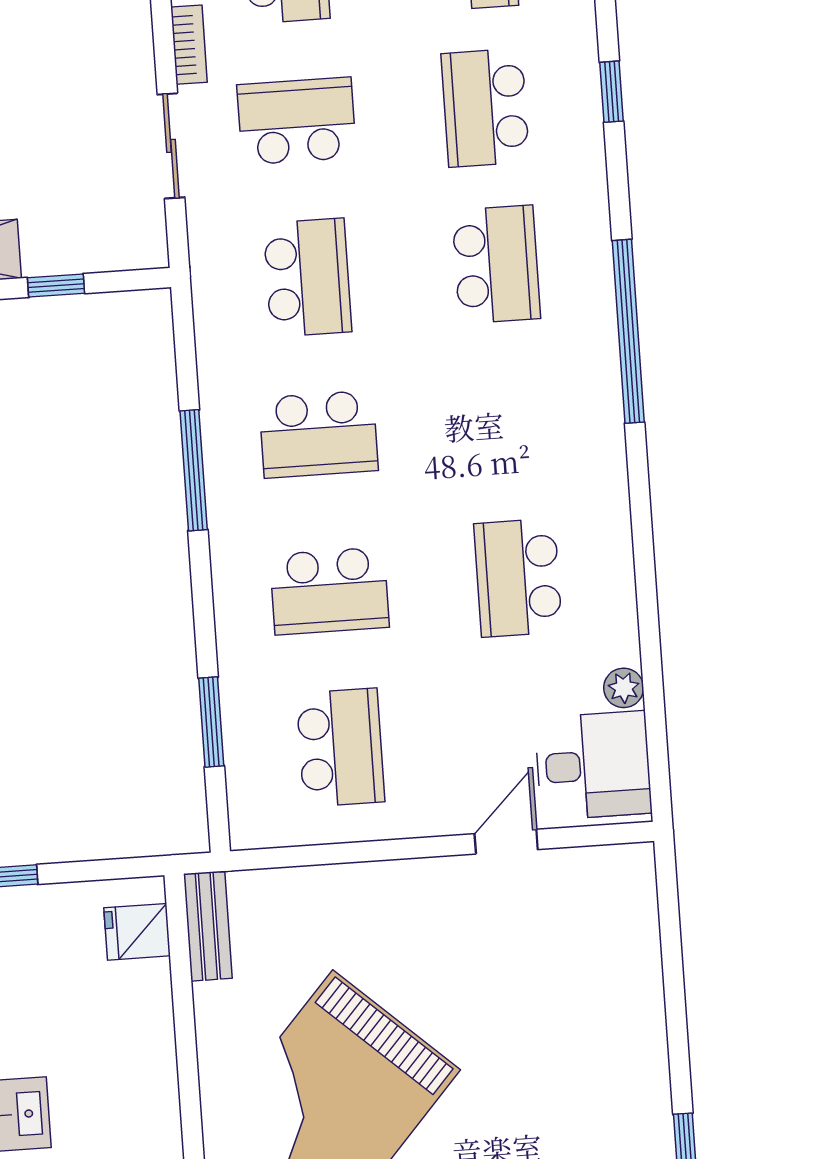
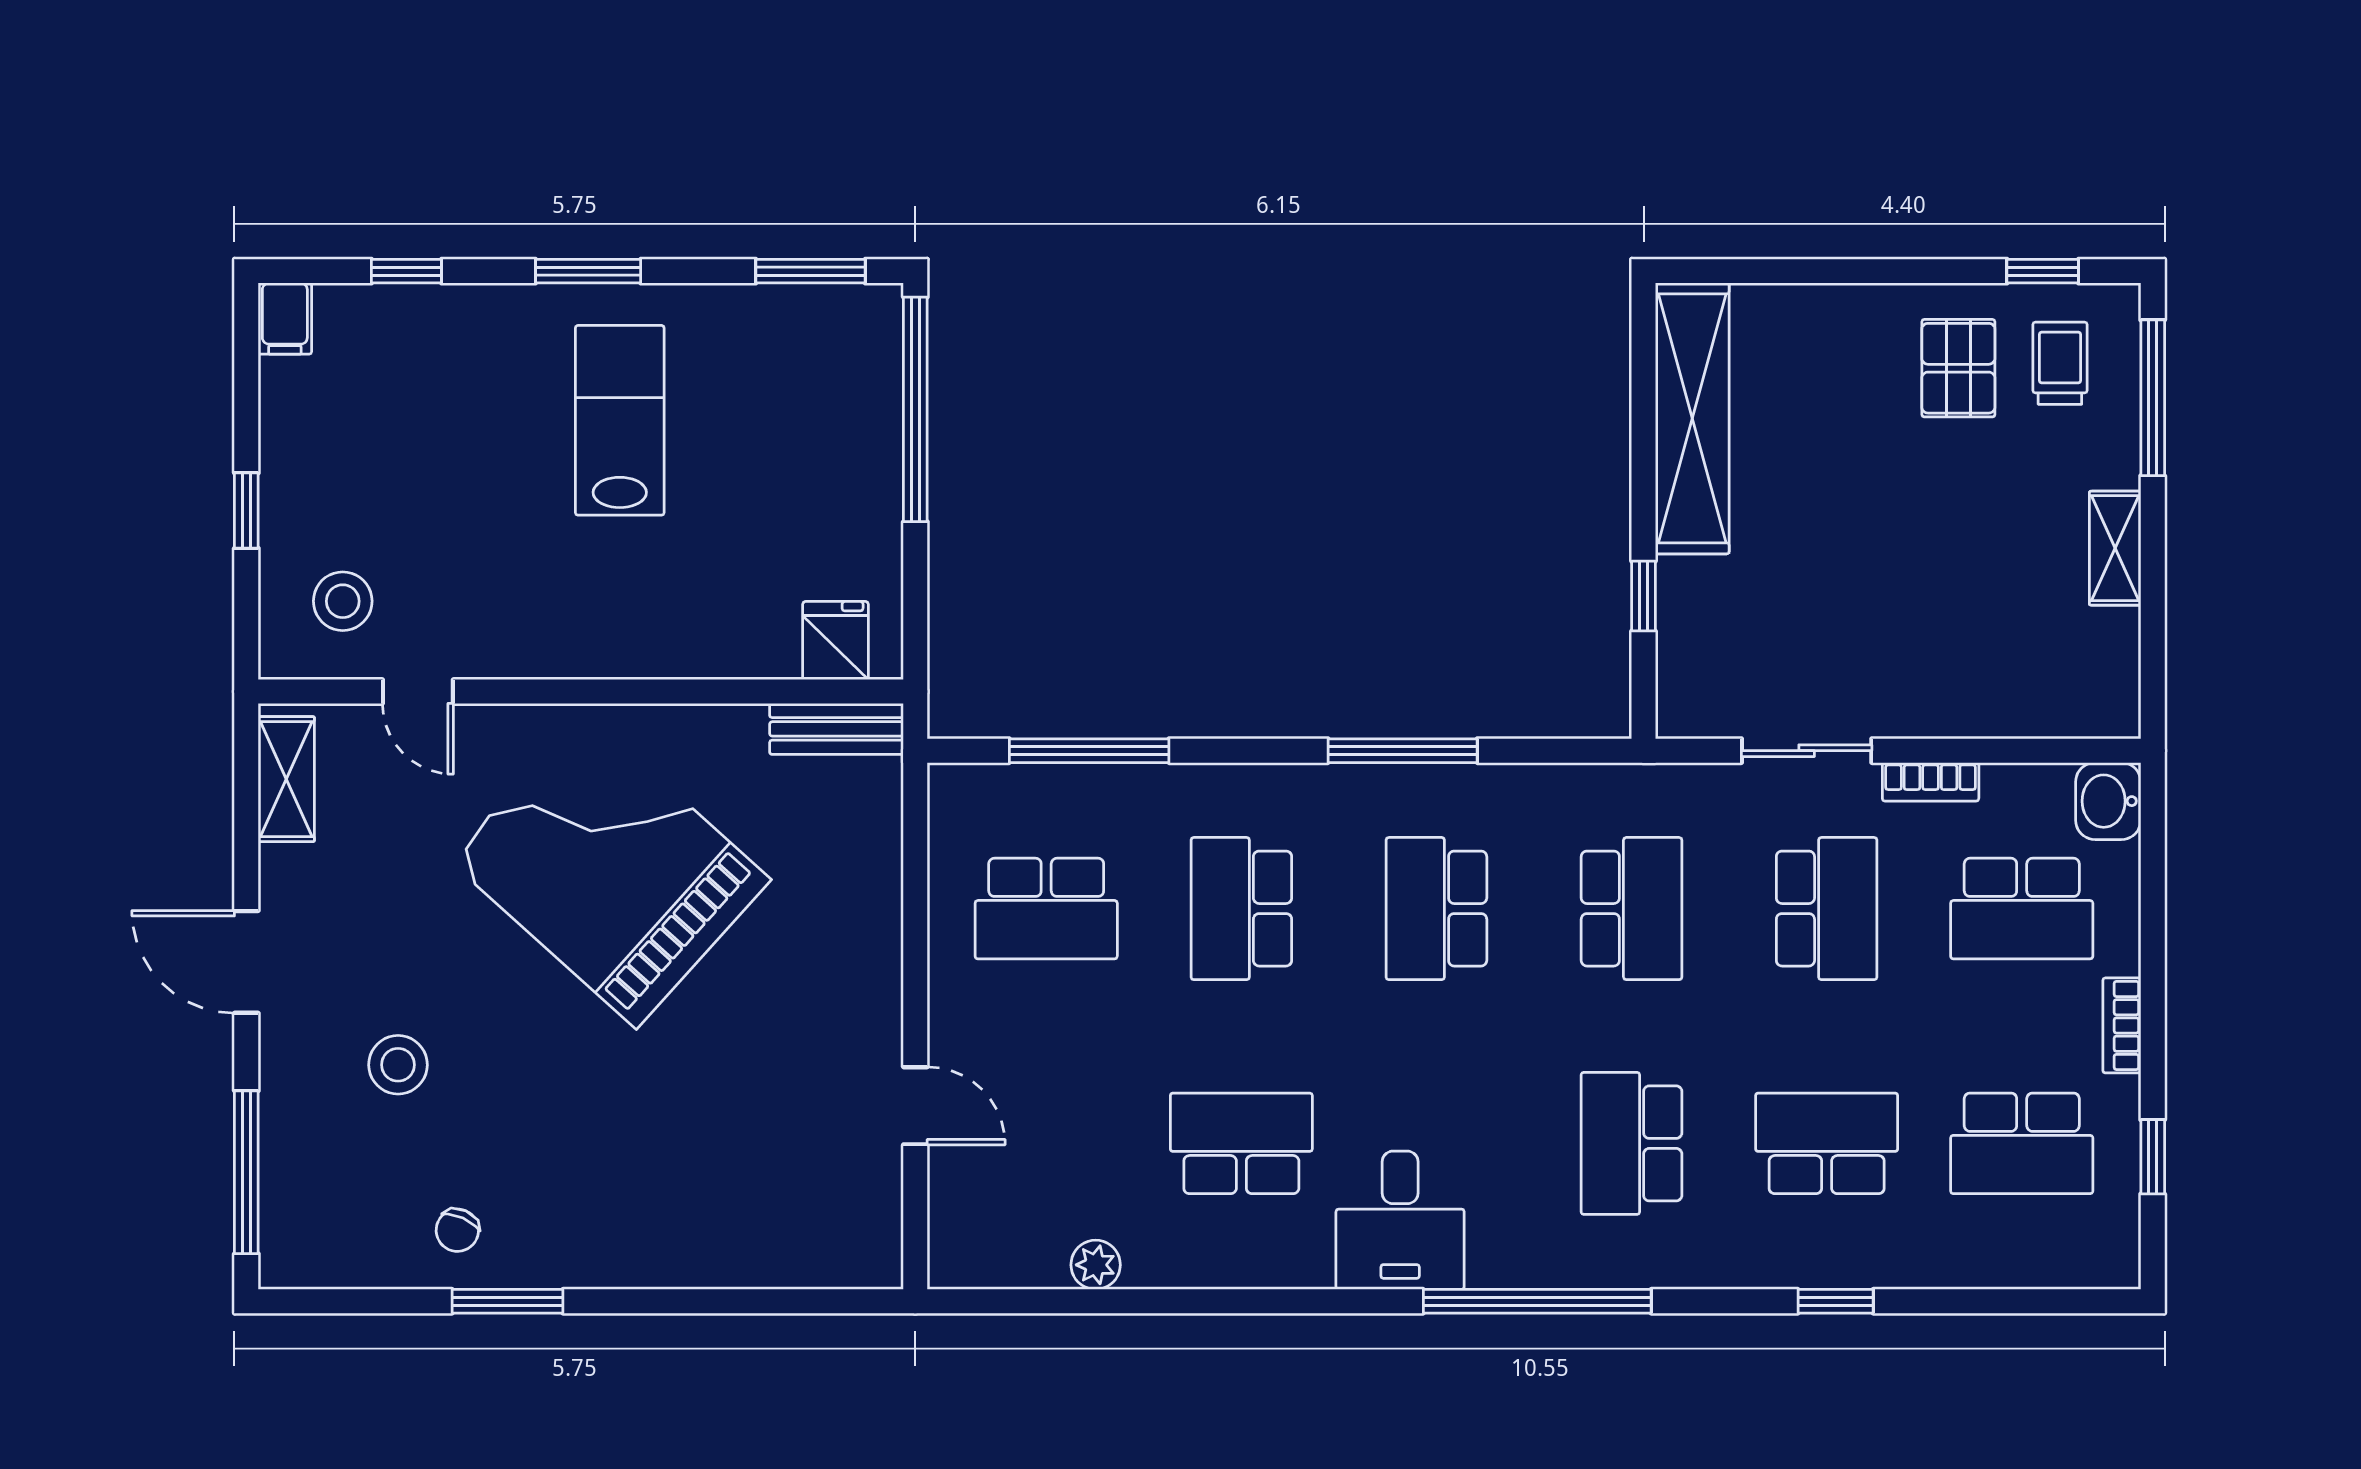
school desk: (496, 264) -> (1632, 1143), turned 90
school desk: (308, 278) -> (1632, 909), turned -90
window: (211, 722) -> (1089, 751), width x1.44
desk: (593, 765) -> (1400, 1220), moved

